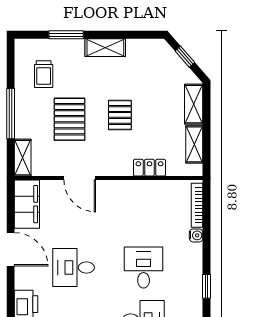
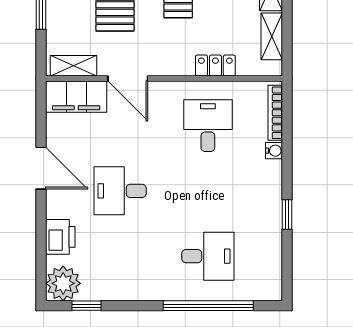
shelving: (23, 158) -> (73, 66), moved, turned 90
filing cabinet: (27, 204) -> (76, 97), moved, turned 90
desk: (144, 267) -> (208, 126), moved

